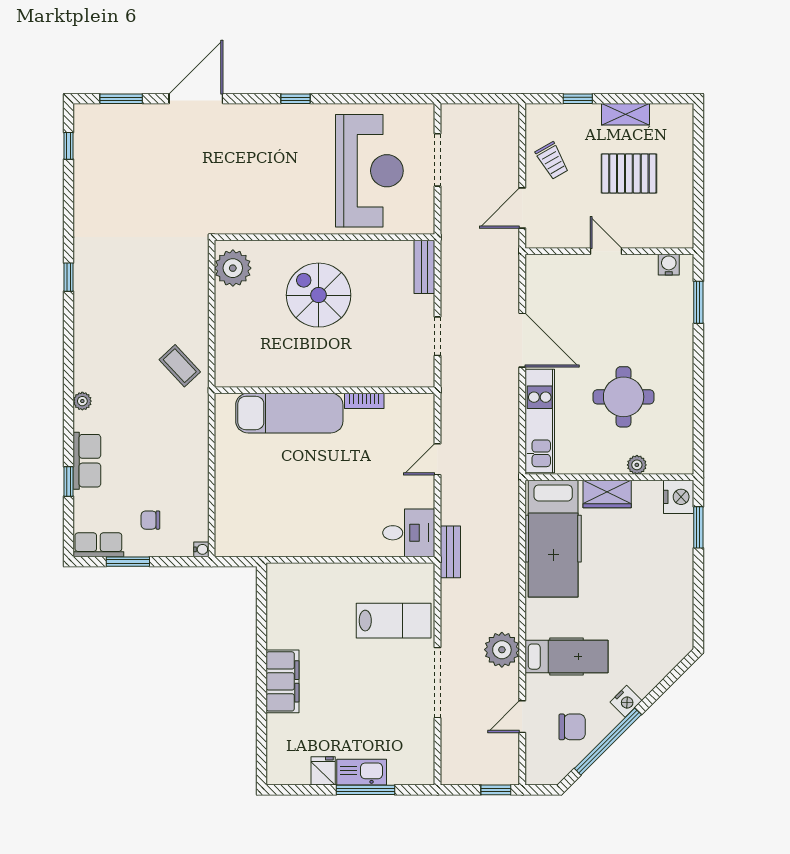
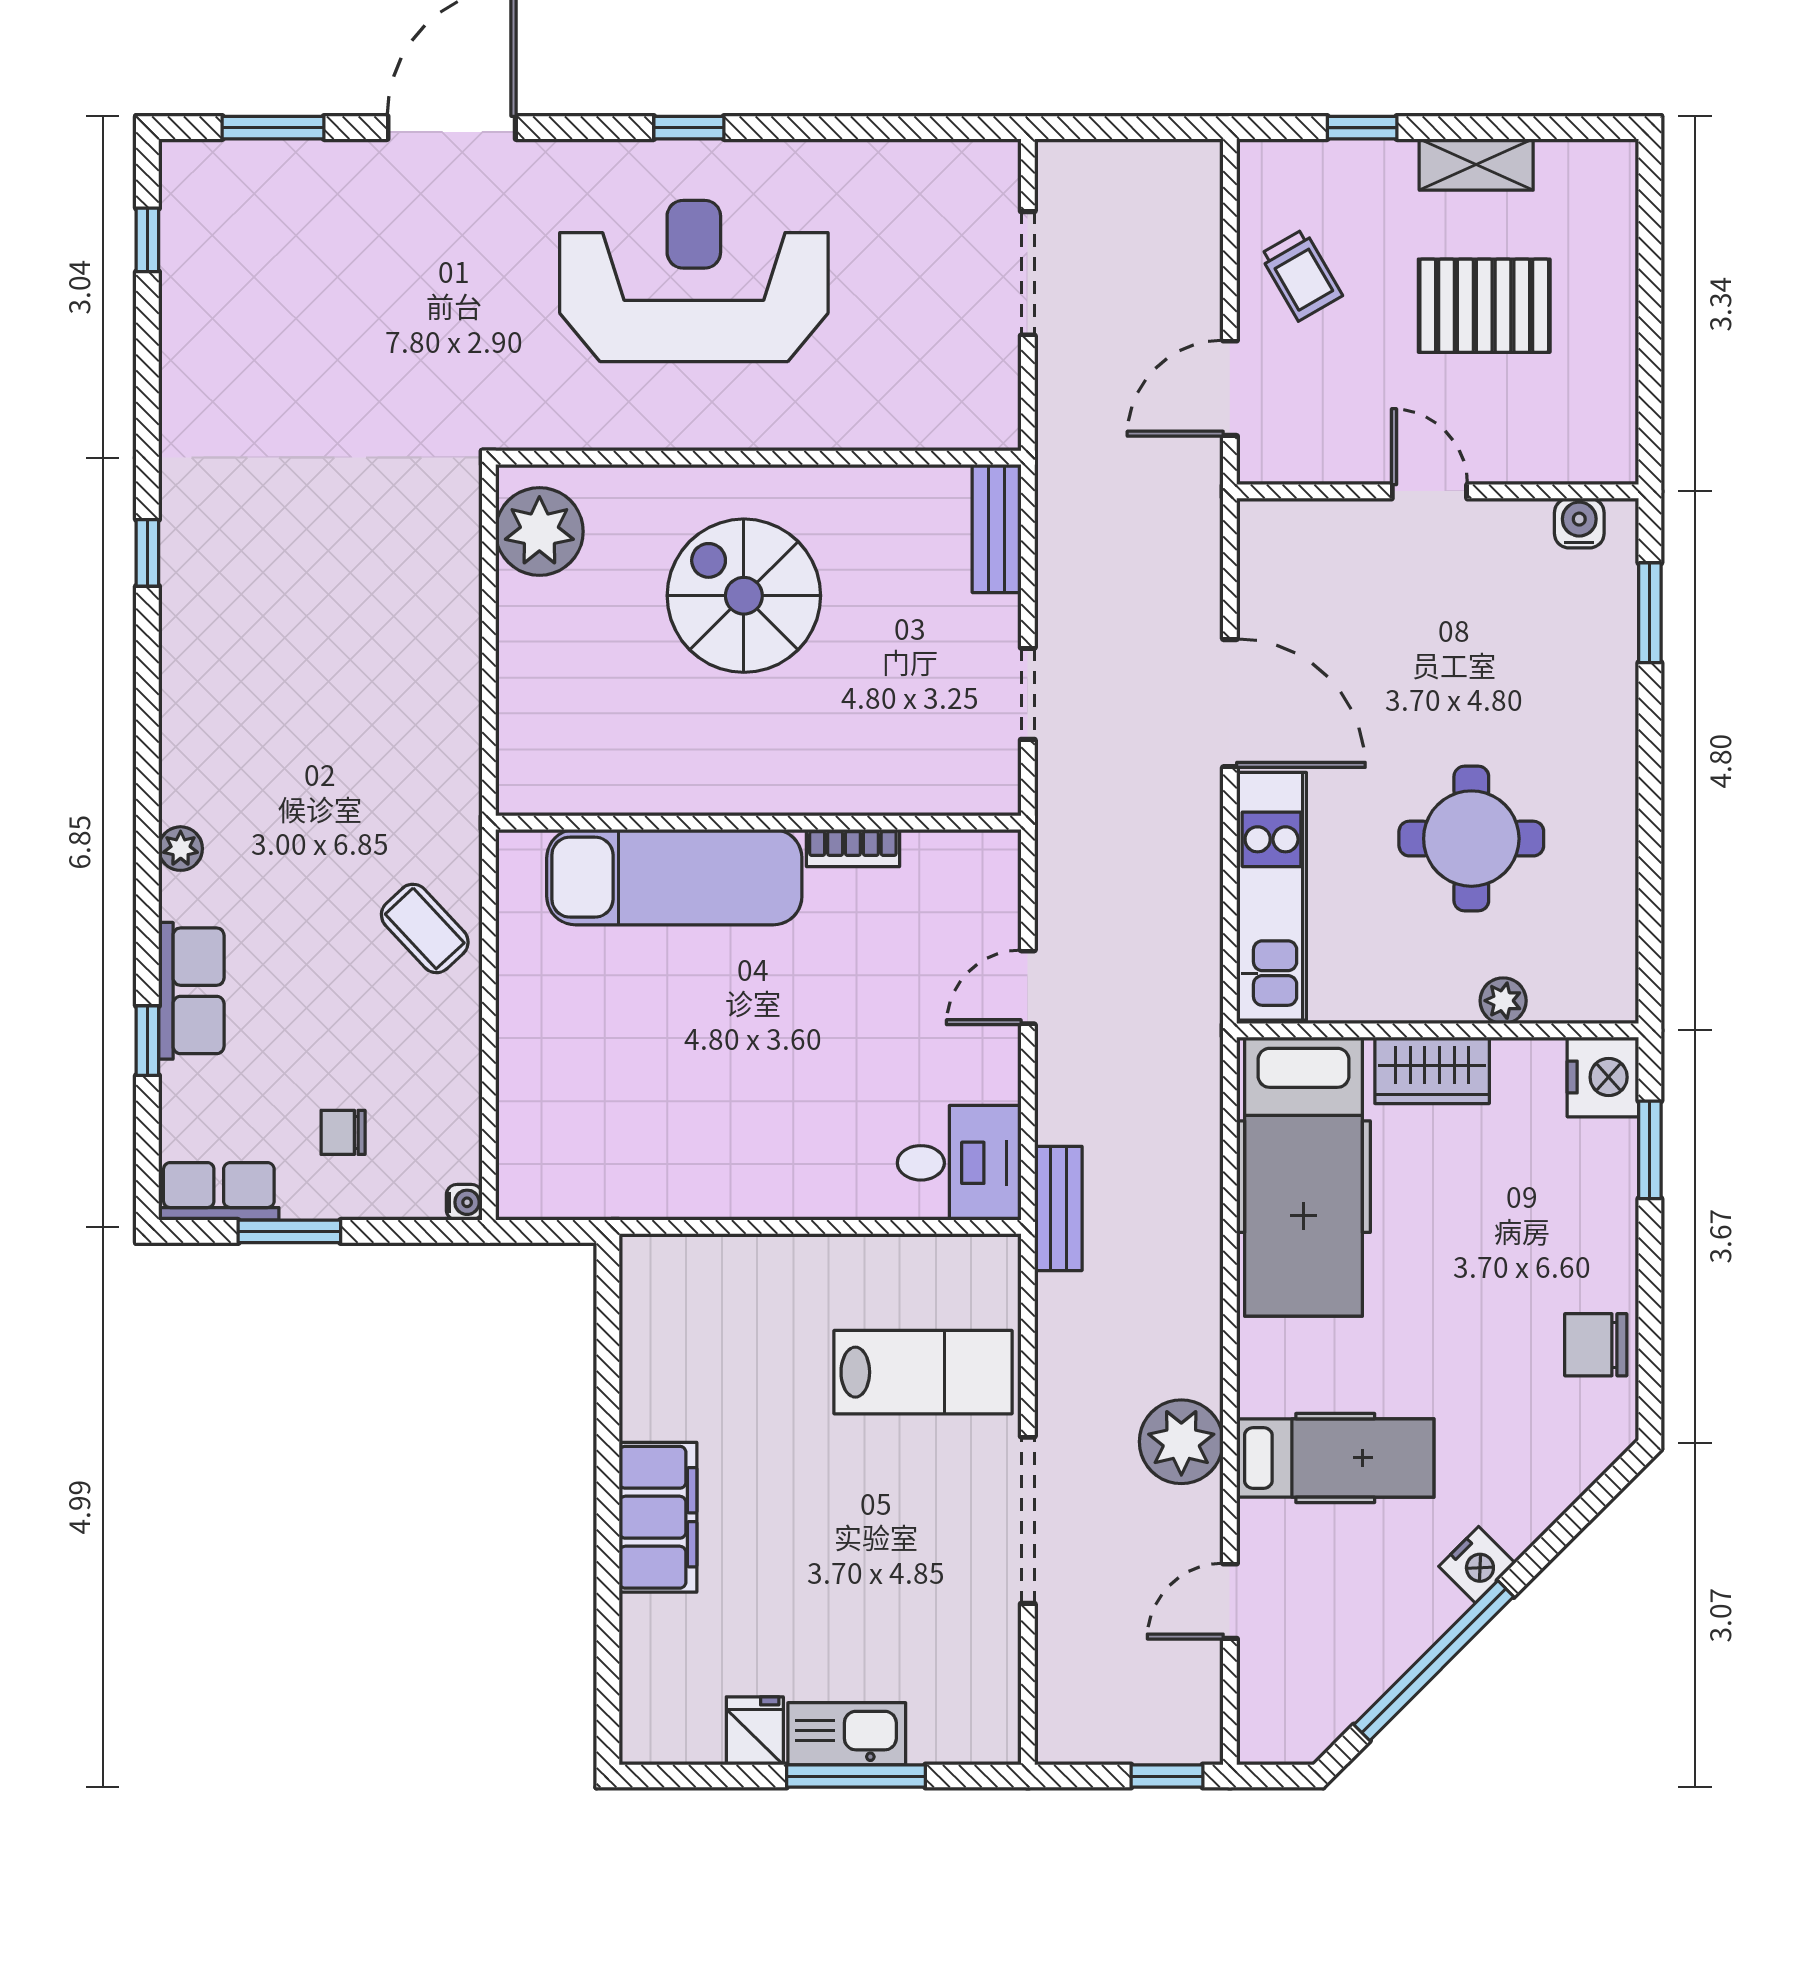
reception desk: (369, 171) -> (694, 281), moved, turned -90
coffee table: (180, 366) -> (425, 928), moved
chair: (572, 727) -> (1596, 1345), moved, turned 180

